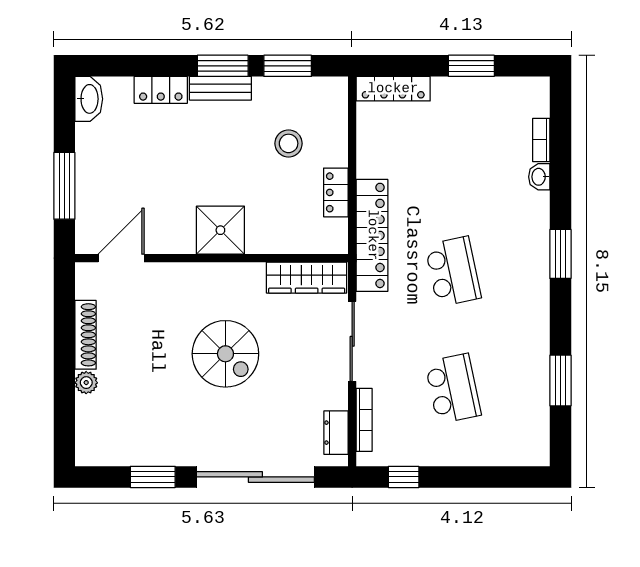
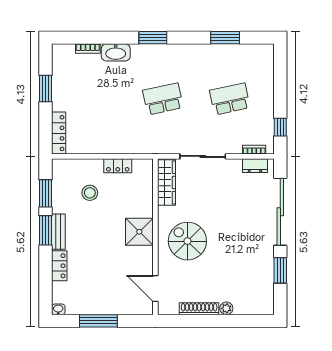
washbasin: (89, 99) -> (58, 309), width x0.52, depth x0.69
washbasin: (539, 177) -> (116, 52), width x1.91, depth x1.45
window: (64, 186) -> (98, 321), moved
locker: (372, 235) -> (142, 145), removed
spiral stairs: (225, 354) -> (187, 241), moved, turned -90
bookcase: (364, 420) -> (254, 150), width x0.64

